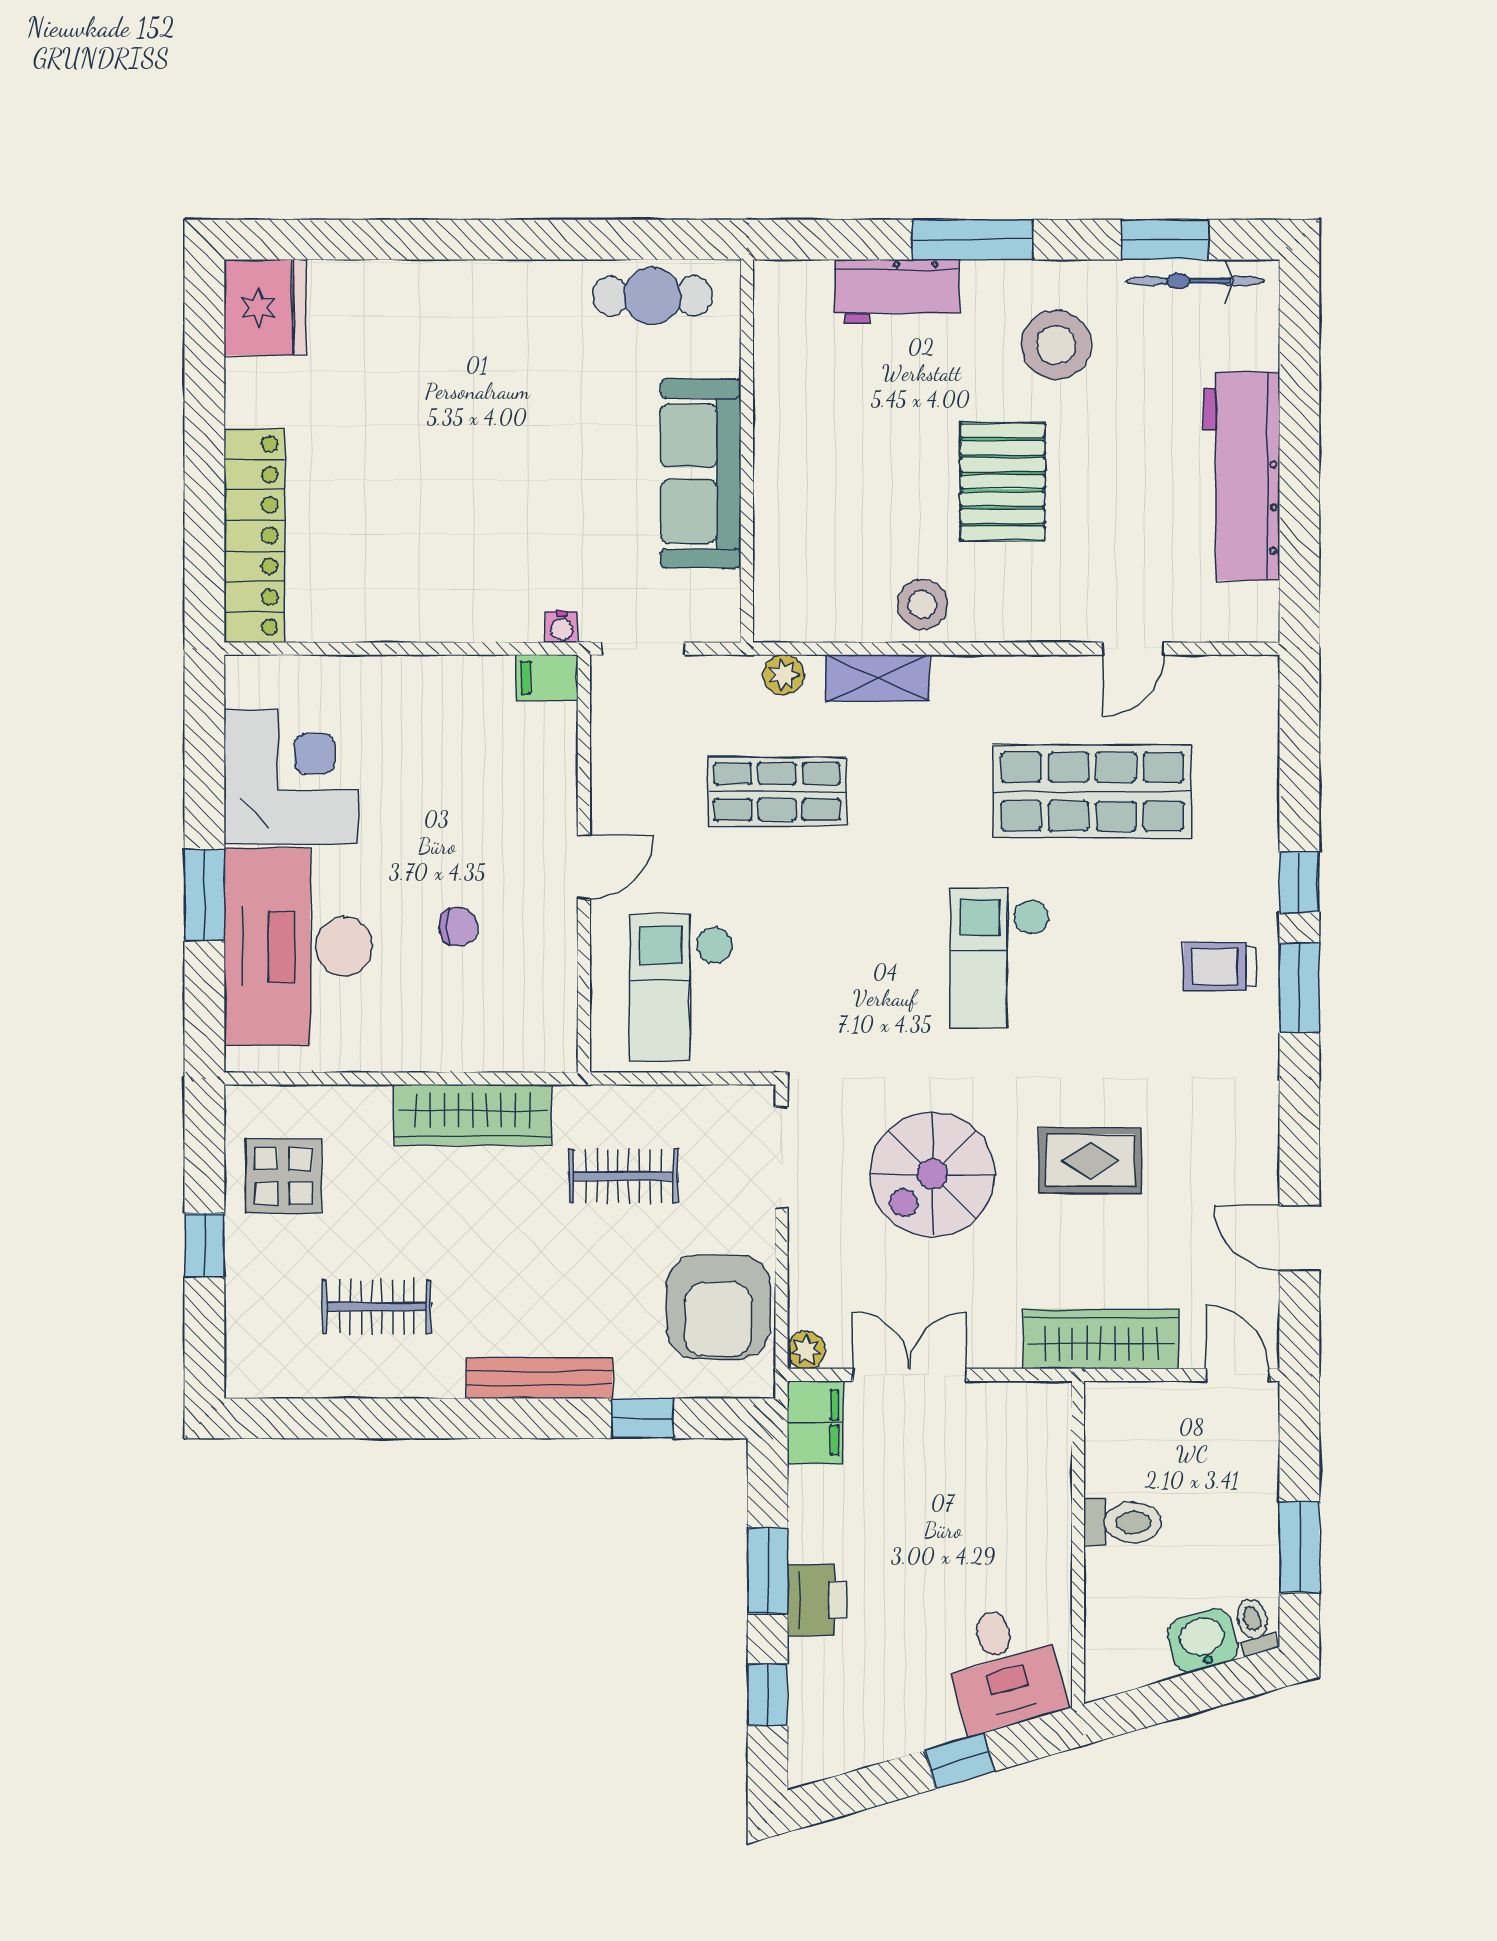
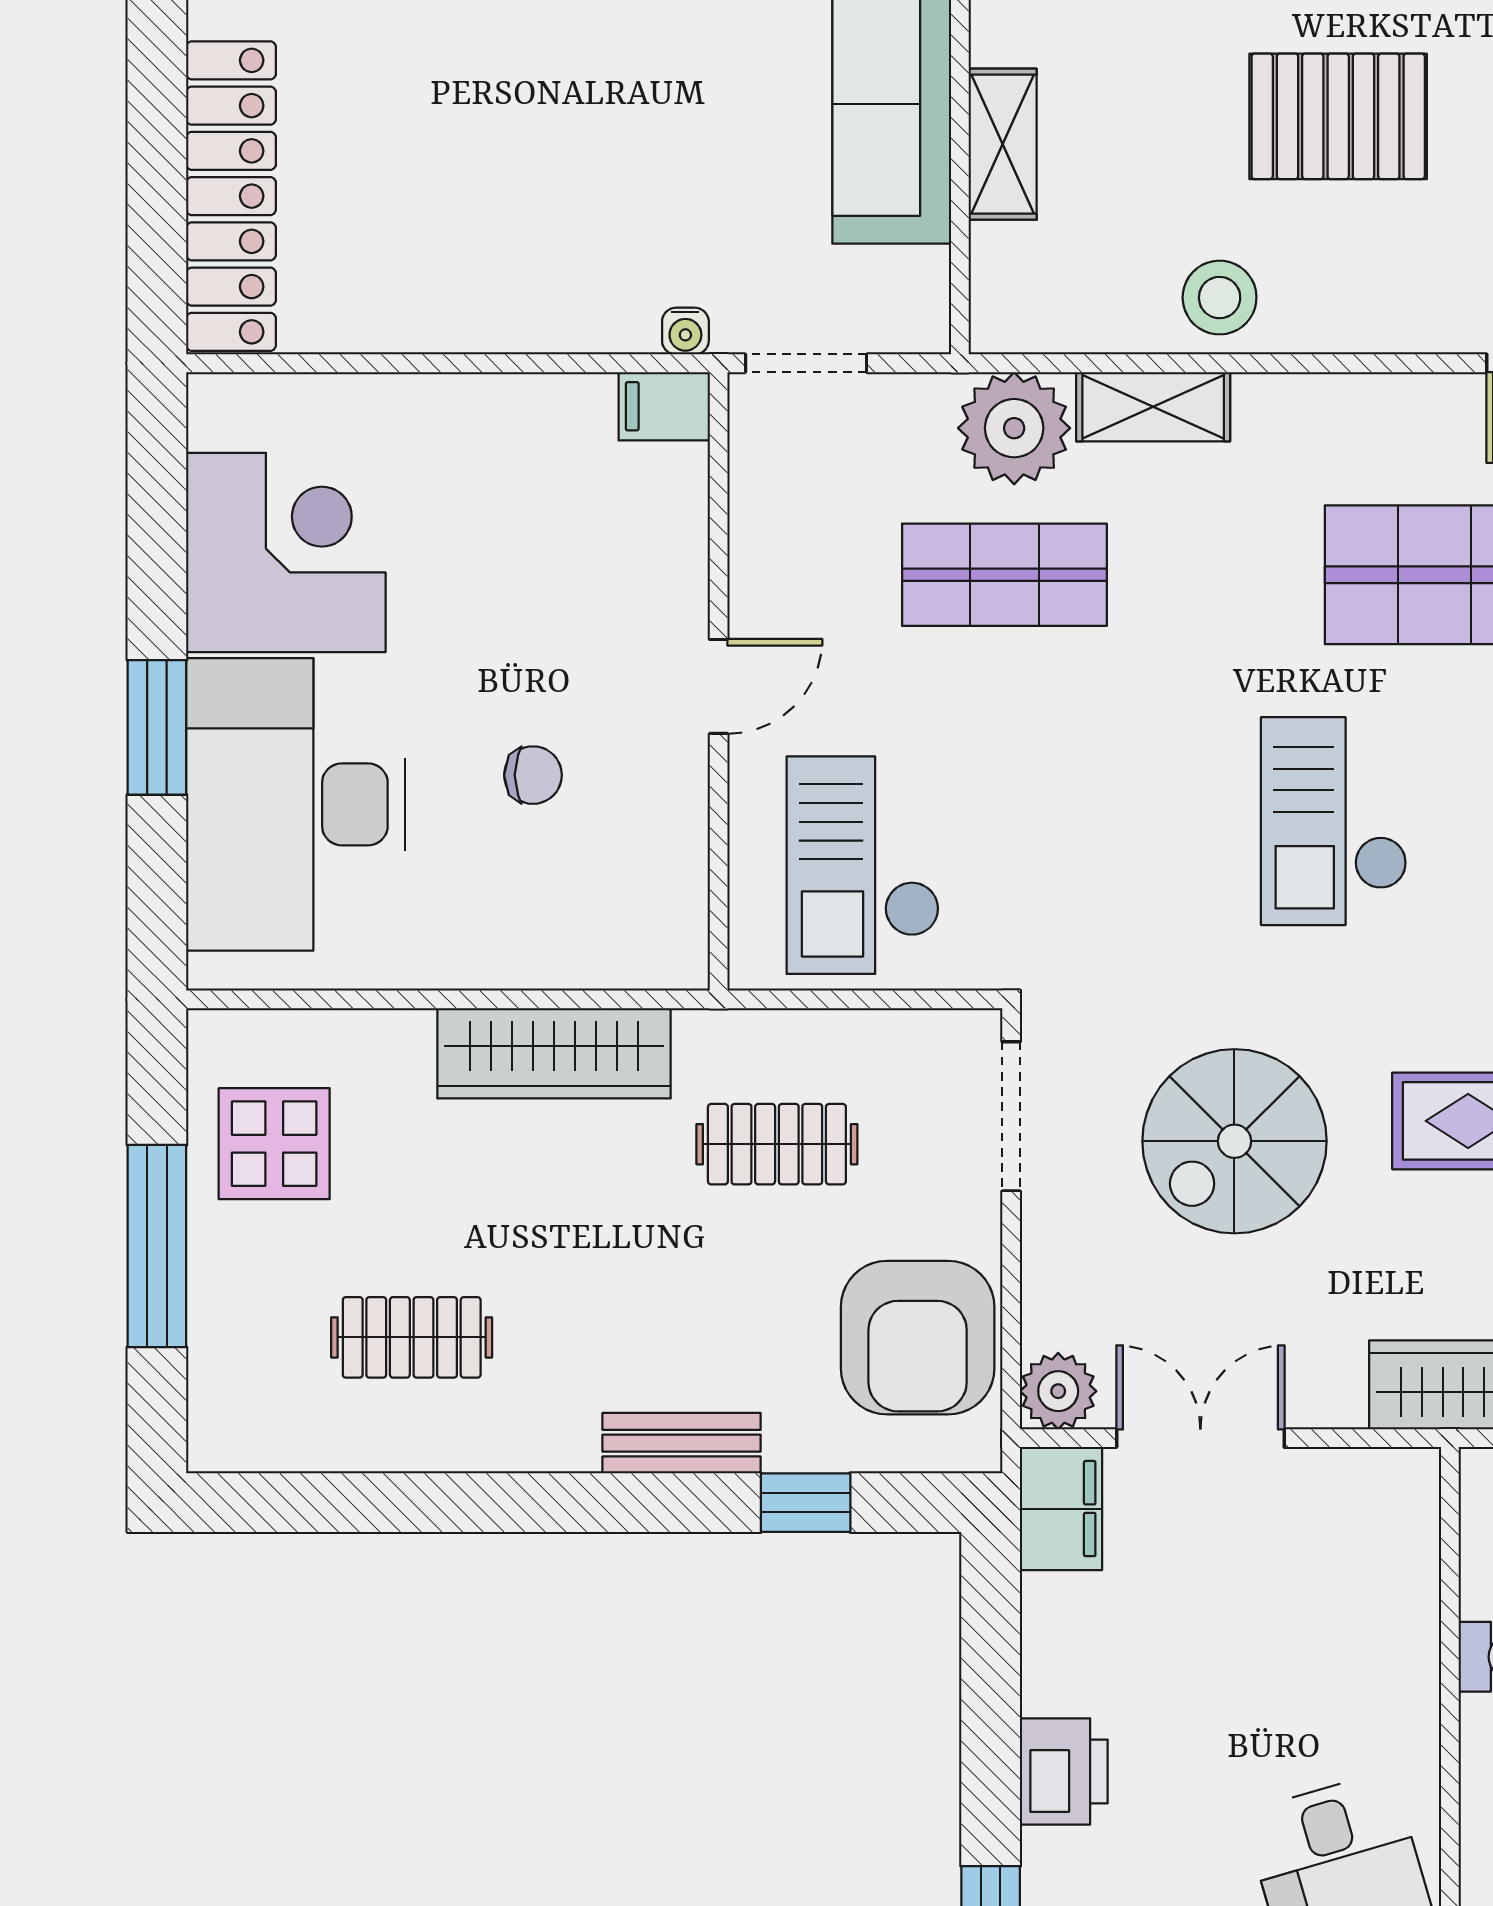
pallet: (1002, 482) -> (1338, 116), turned 90
shelving: (776, 501) -> (1003, 144), added
plant: (784, 675) -> (1014, 428), width x1.87, depth x1.87
window: (204, 1245) -> (157, 1246), width x2.17
plant: (806, 1350) -> (1058, 1391), width x1.38, depth x1.38
bench: (539, 1378) -> (682, 1443), width x0.73
window: (768, 1571) -> (991, 1728), removed

